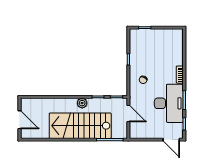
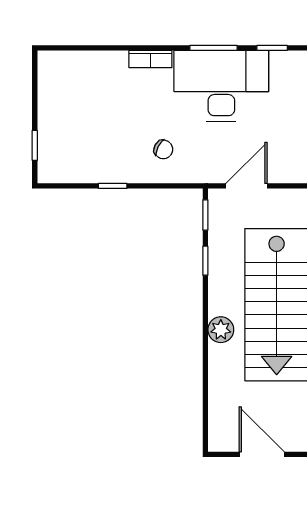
plant: (82, 103) -> (221, 330), moved
door: (19, 120) -> (262, 454), hinge flipped

